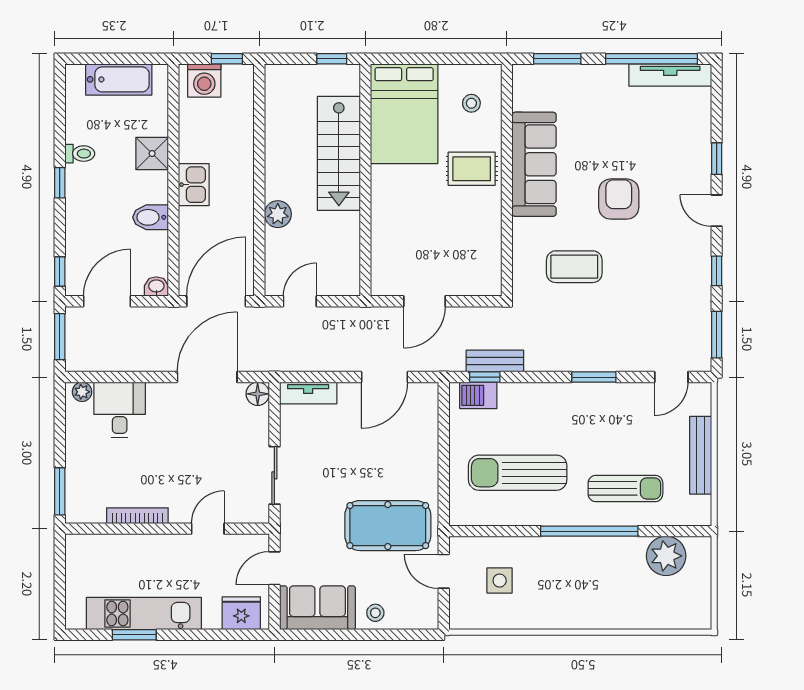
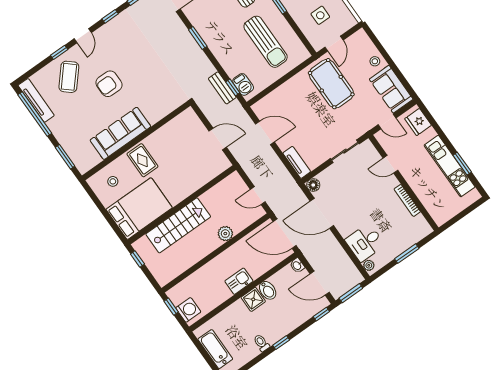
shower: (152, 153) -> (253, 299), moved
coffee table: (574, 267) -> (69, 77), moved, turned 41
window: (60, 491) -> (407, 254), moved

